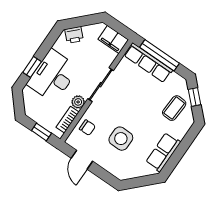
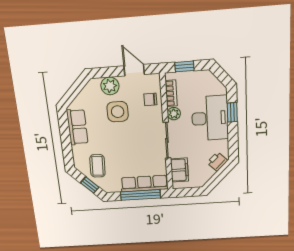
filing cabinet: (113, 39) -> (180, 170), moved, turned 90
plant: (110, 163) -> (110, 86), added

